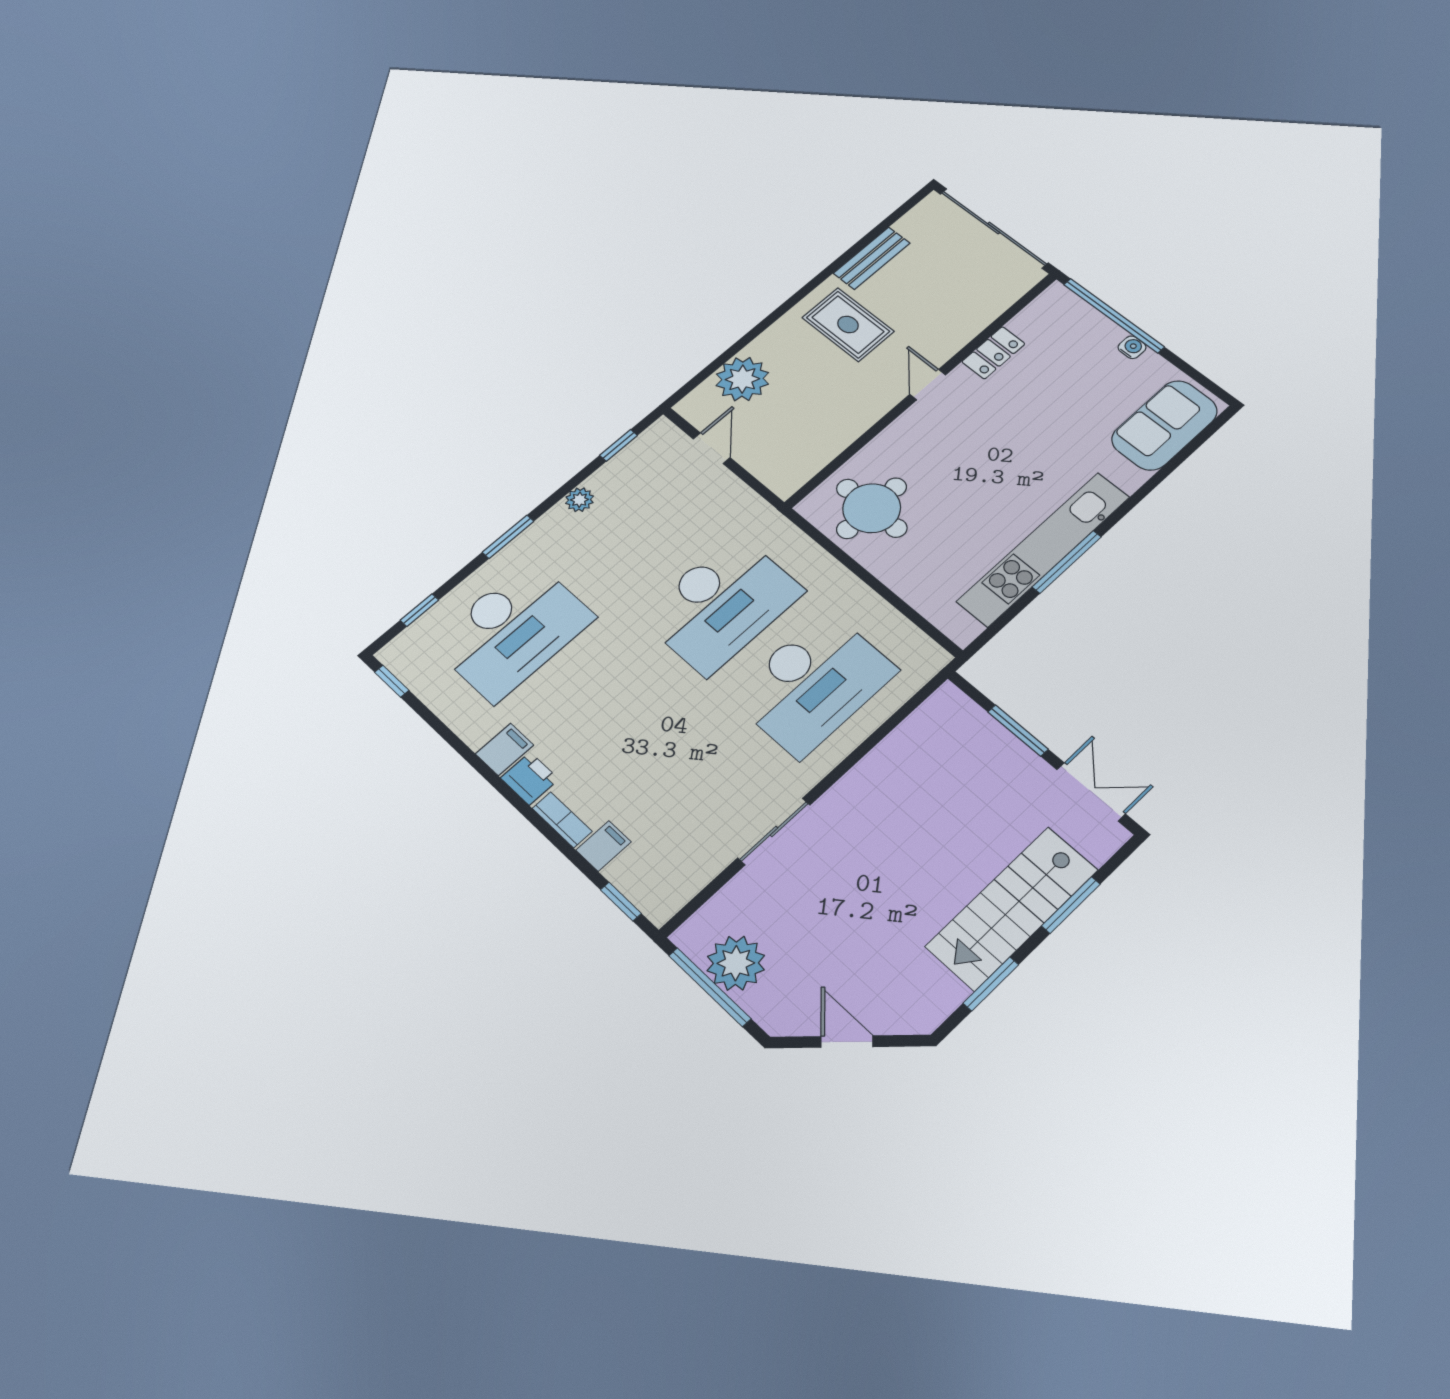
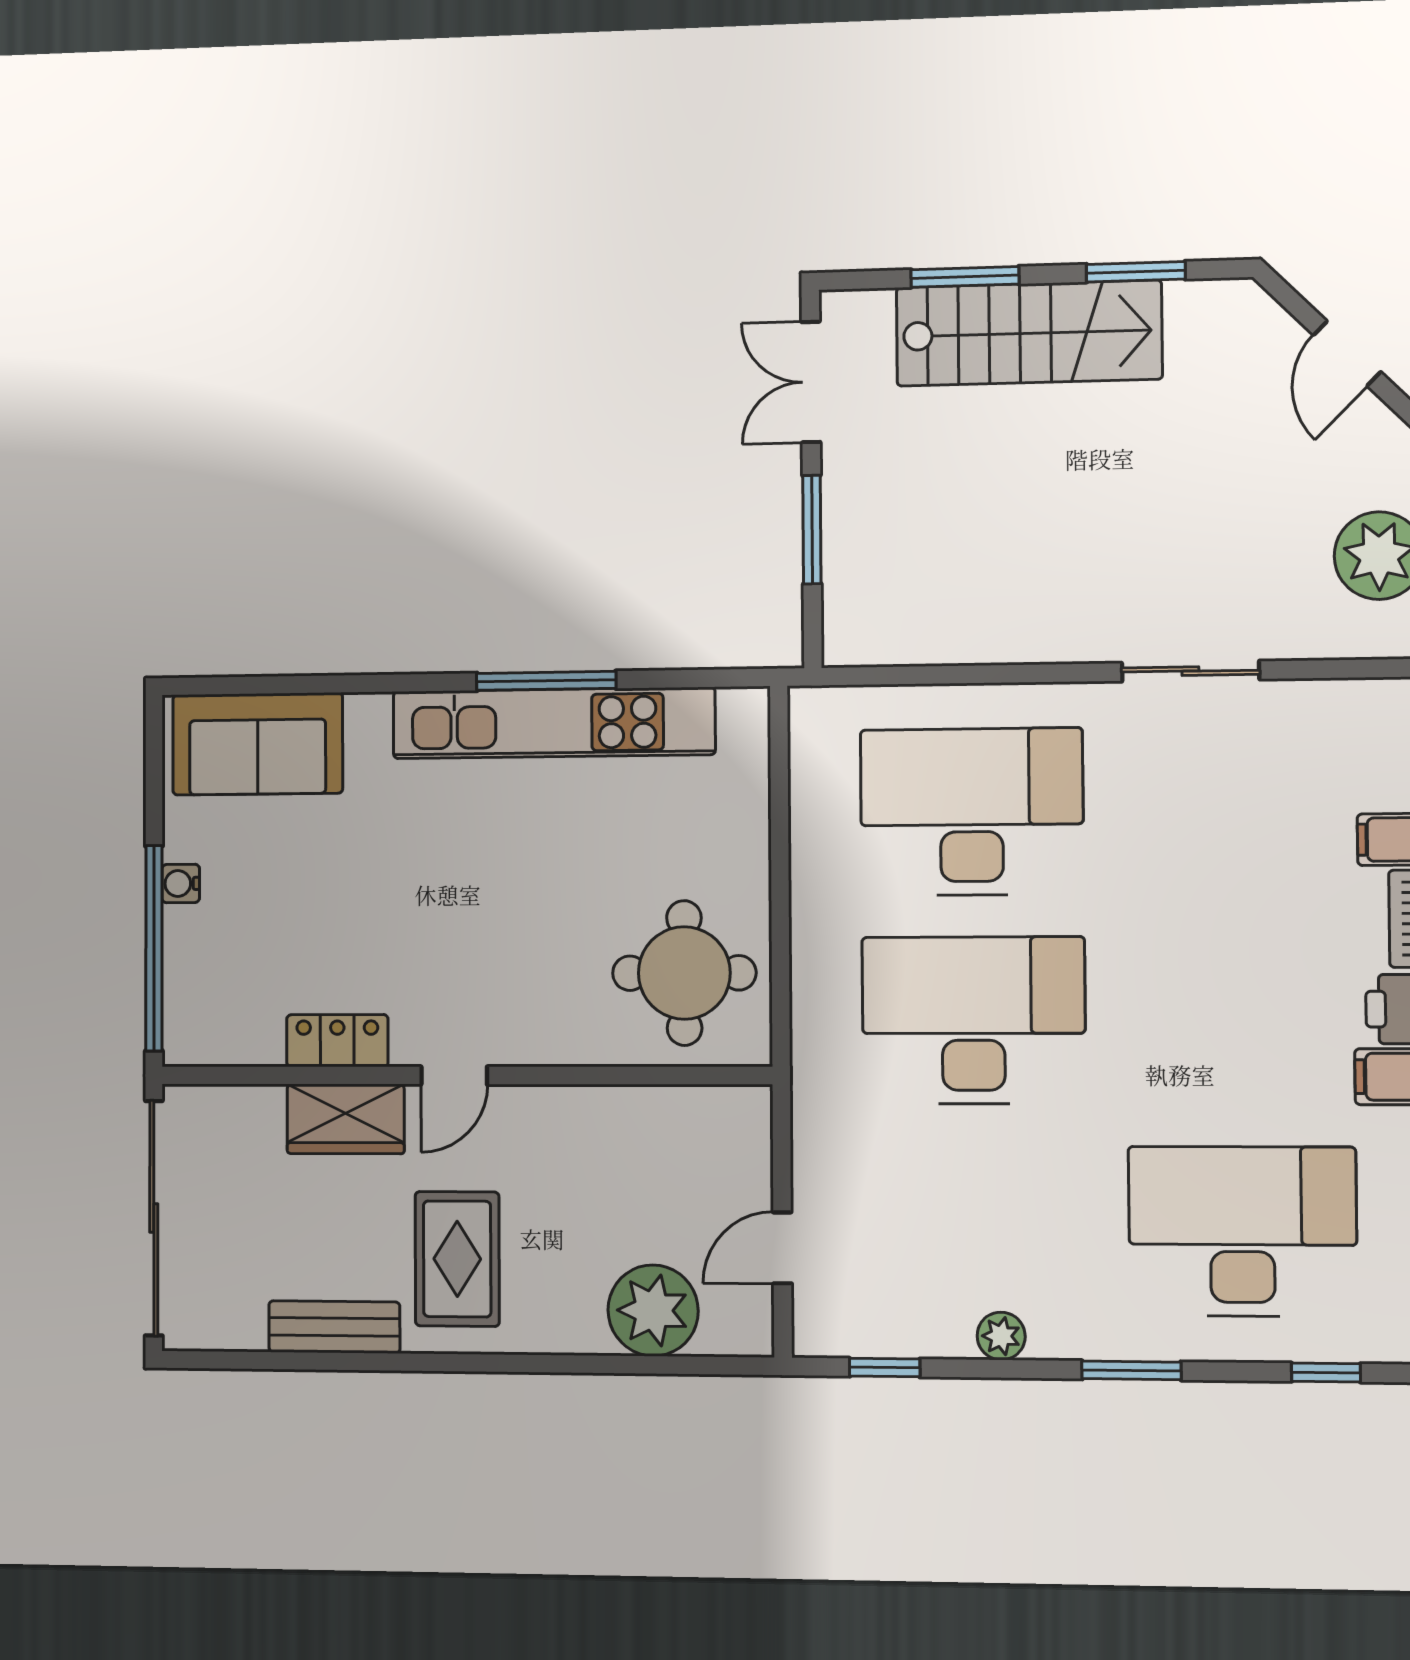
wardrobe: (956, 330) -> (346, 1119), added

